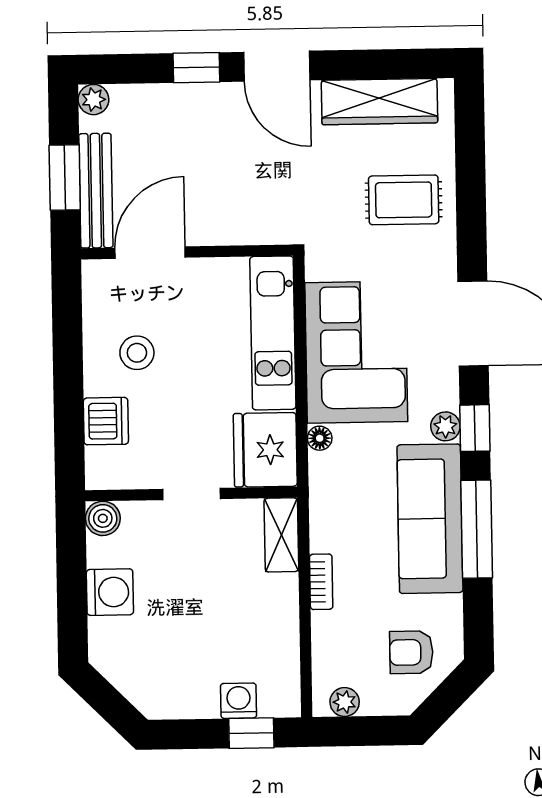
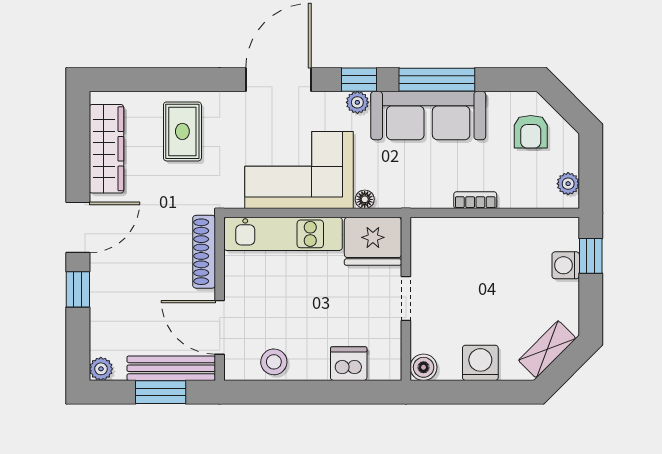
shoe rack: (248, 231) -> (204, 252), added
stool: (137, 353) -> (274, 362), moved
shelving: (281, 535) -> (547, 349), moved, turned -45

